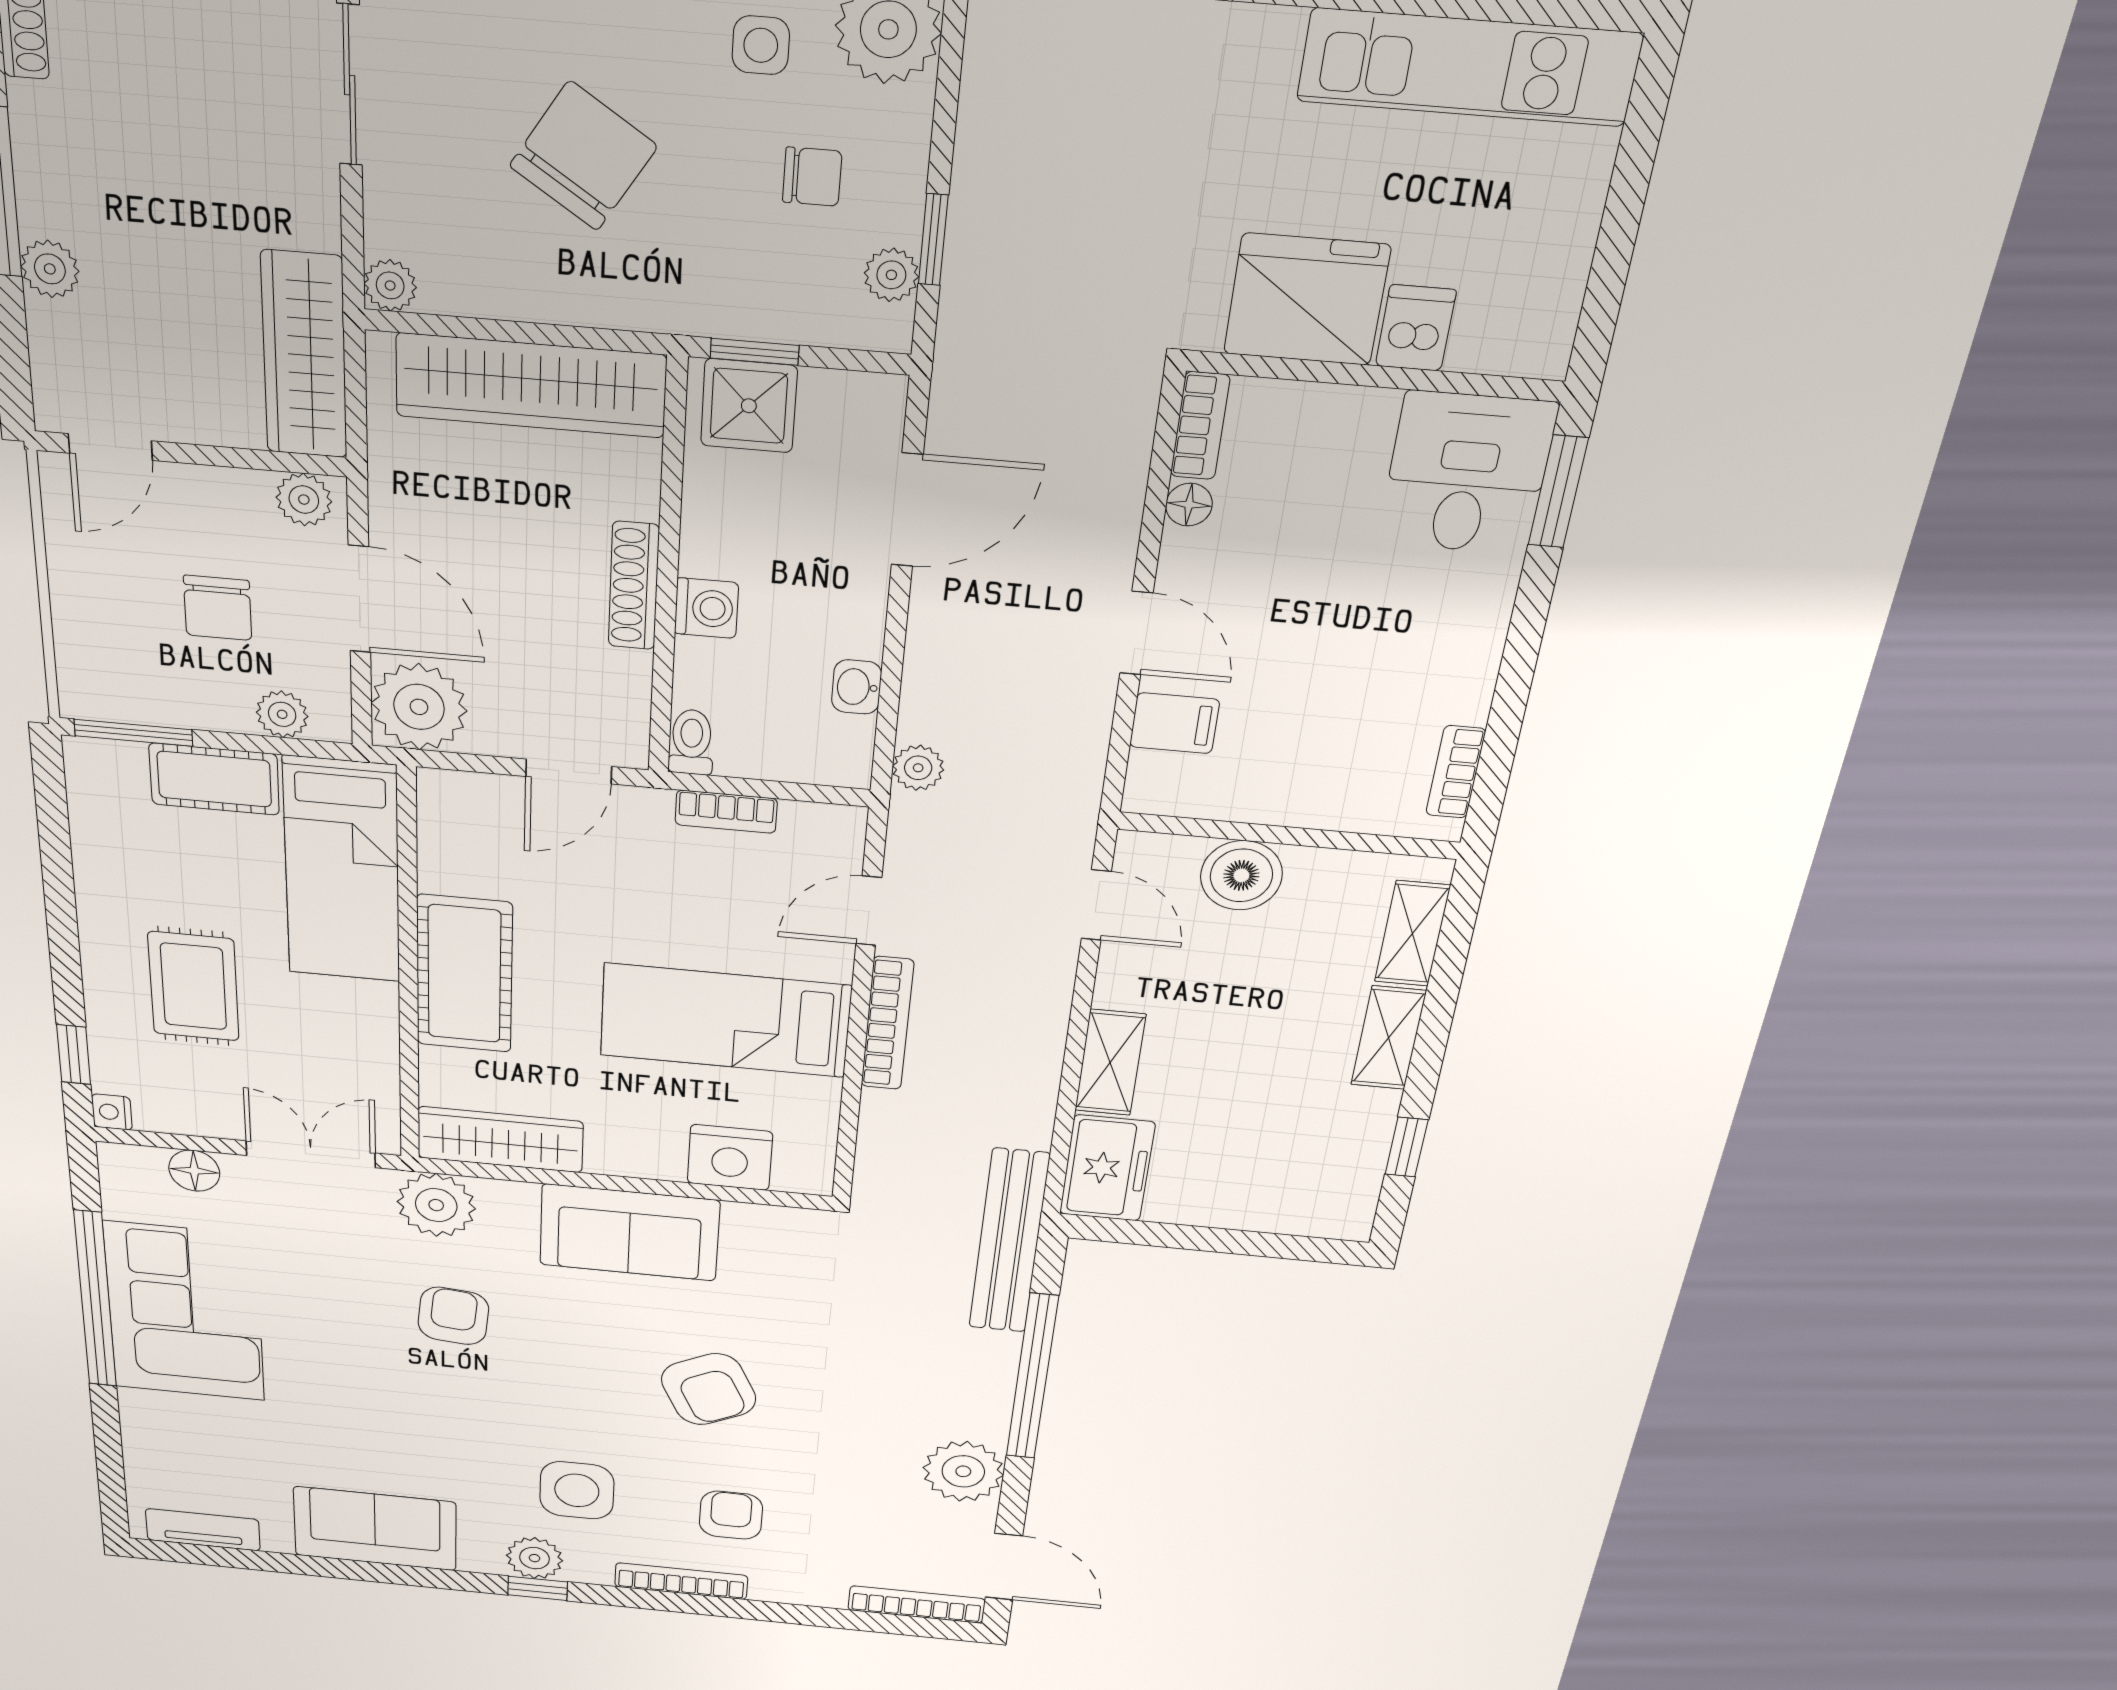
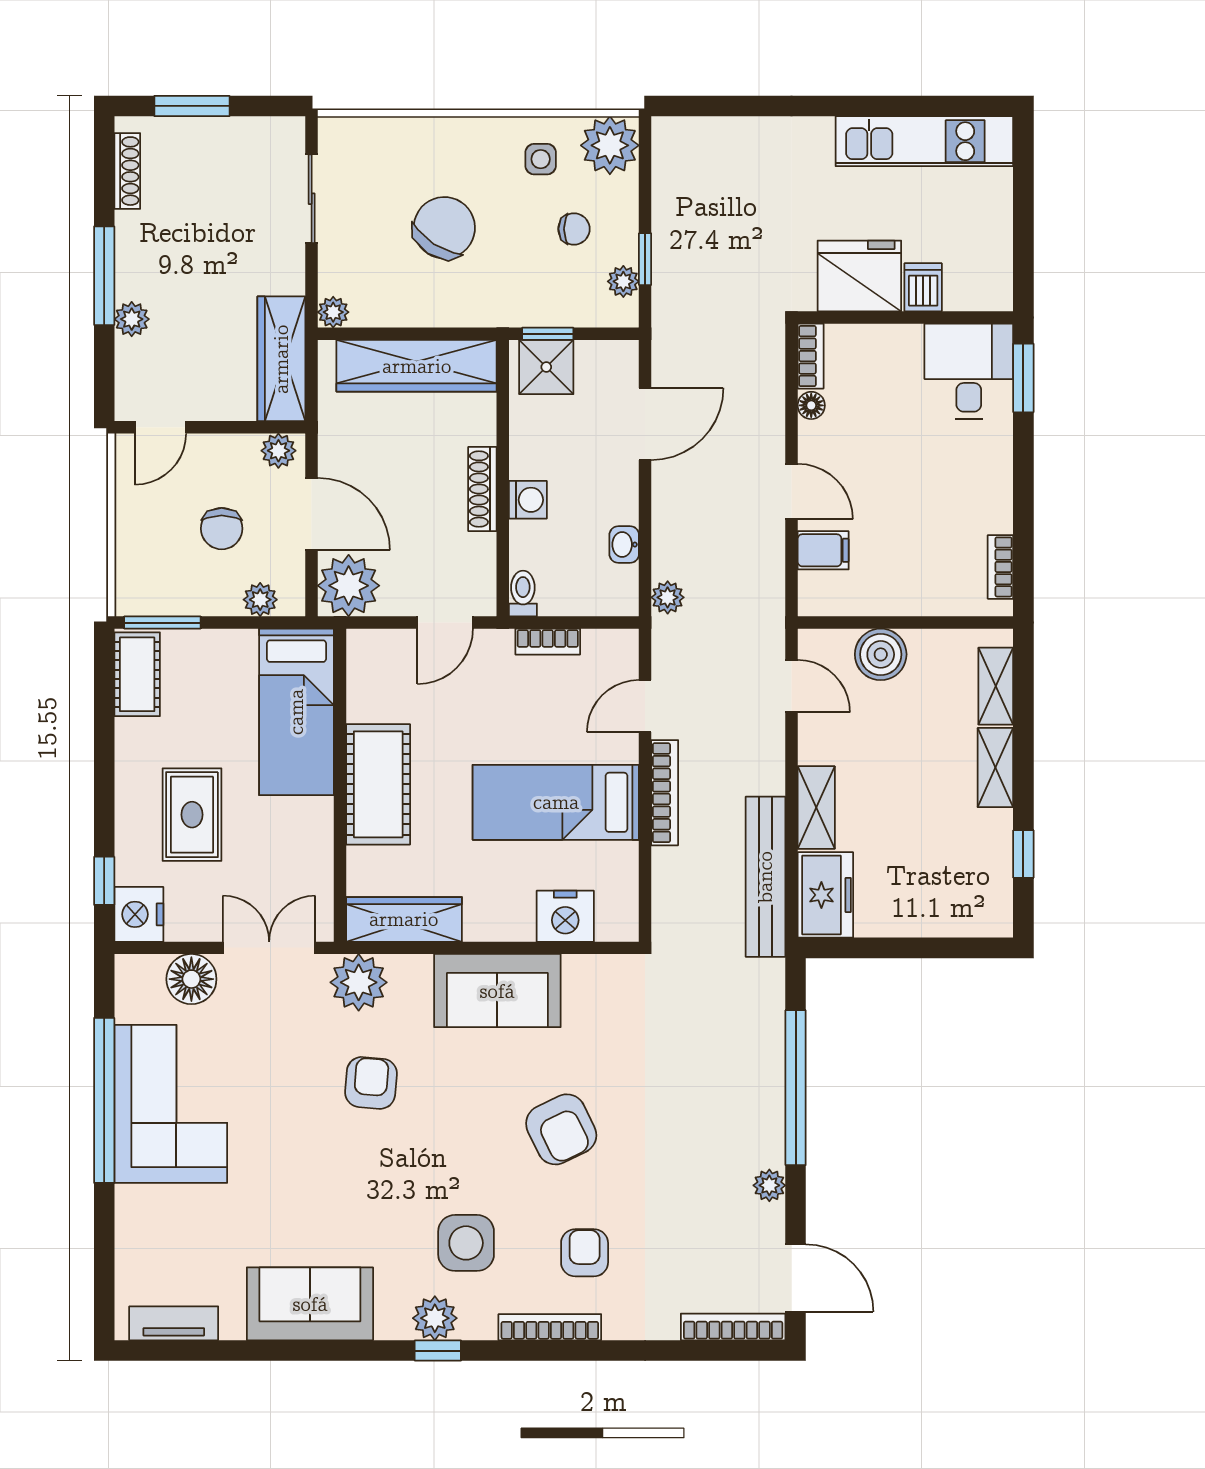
cot: (214, 779) -> (137, 674), moved, turned 90
nightstand: (112, 1112) -> (139, 914), width x1.89, depth x1.79
floor lamp: (194, 1171) -> (191, 979), width x1.38, depth x1.38
bench: (1009, 1241) -> (765, 877), moved
plant: (963, 1471) -> (769, 1185), width x0.53, depth x0.53

